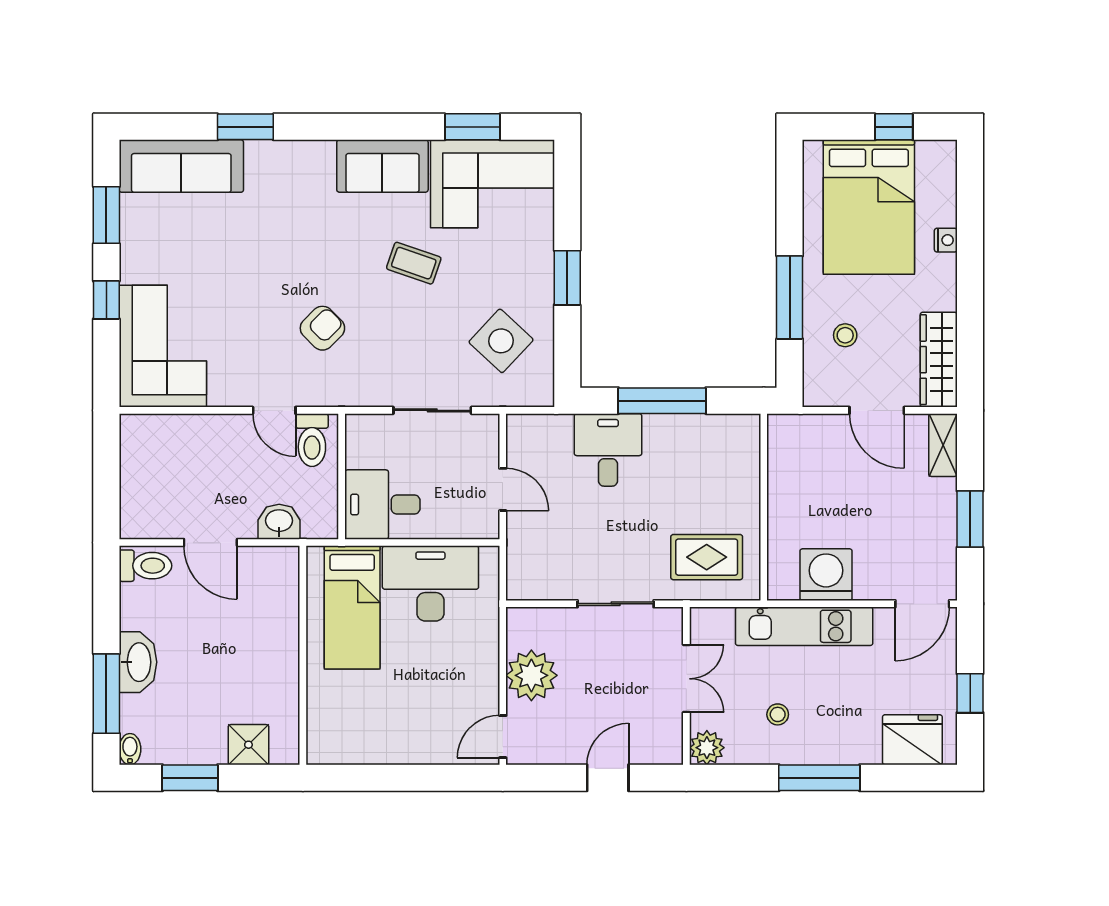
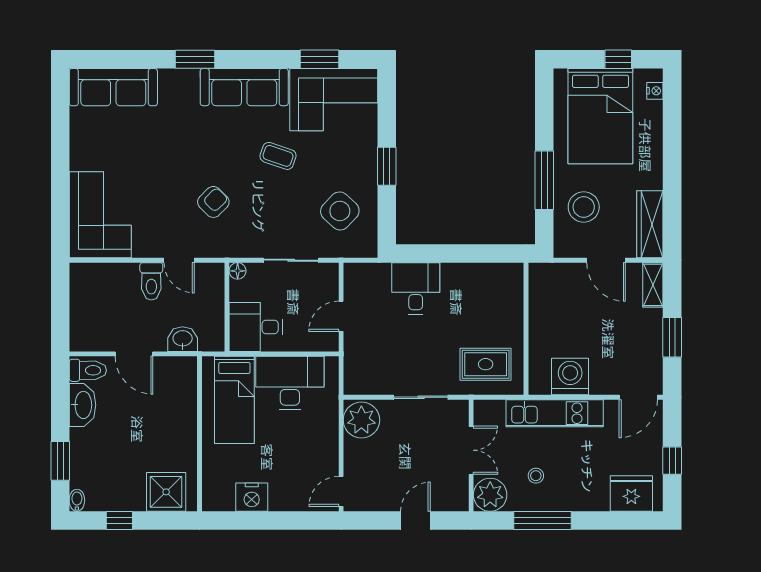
window: (245, 127) -> (195, 59), moved
sofa: (382, 166) -> (244, 87), width x1.36
window: (106, 215) -> (60, 122), removed
nightstand: (946, 240) -> (655, 91), moved
window: (106, 300) -> (60, 182), removed
stool: (845, 335) -> (584, 207), width x1.89, depth x1.89
window: (662, 401) -> (454, 253), removed
floor lamp: (357, 425) -> (238, 271), added
toilet: (312, 440) -> (151, 281), moved
door: (503, 489) -> (341, 316), swing flipped
washbasin: (138, 662) -> (83, 405), moved
plant: (531, 675) -> (361, 420), moved
window: (106, 694) -> (60, 461), width x0.69
shower: (248, 745) -> (166, 492), width x1.36, depth x1.36
nightstand: (377, 745) -> (252, 497), added
plant: (707, 748) -> (490, 495), width x1.36, depth x1.36
window: (190, 778) -> (119, 521), width x0.67
window: (819, 778) -> (542, 521), moved

